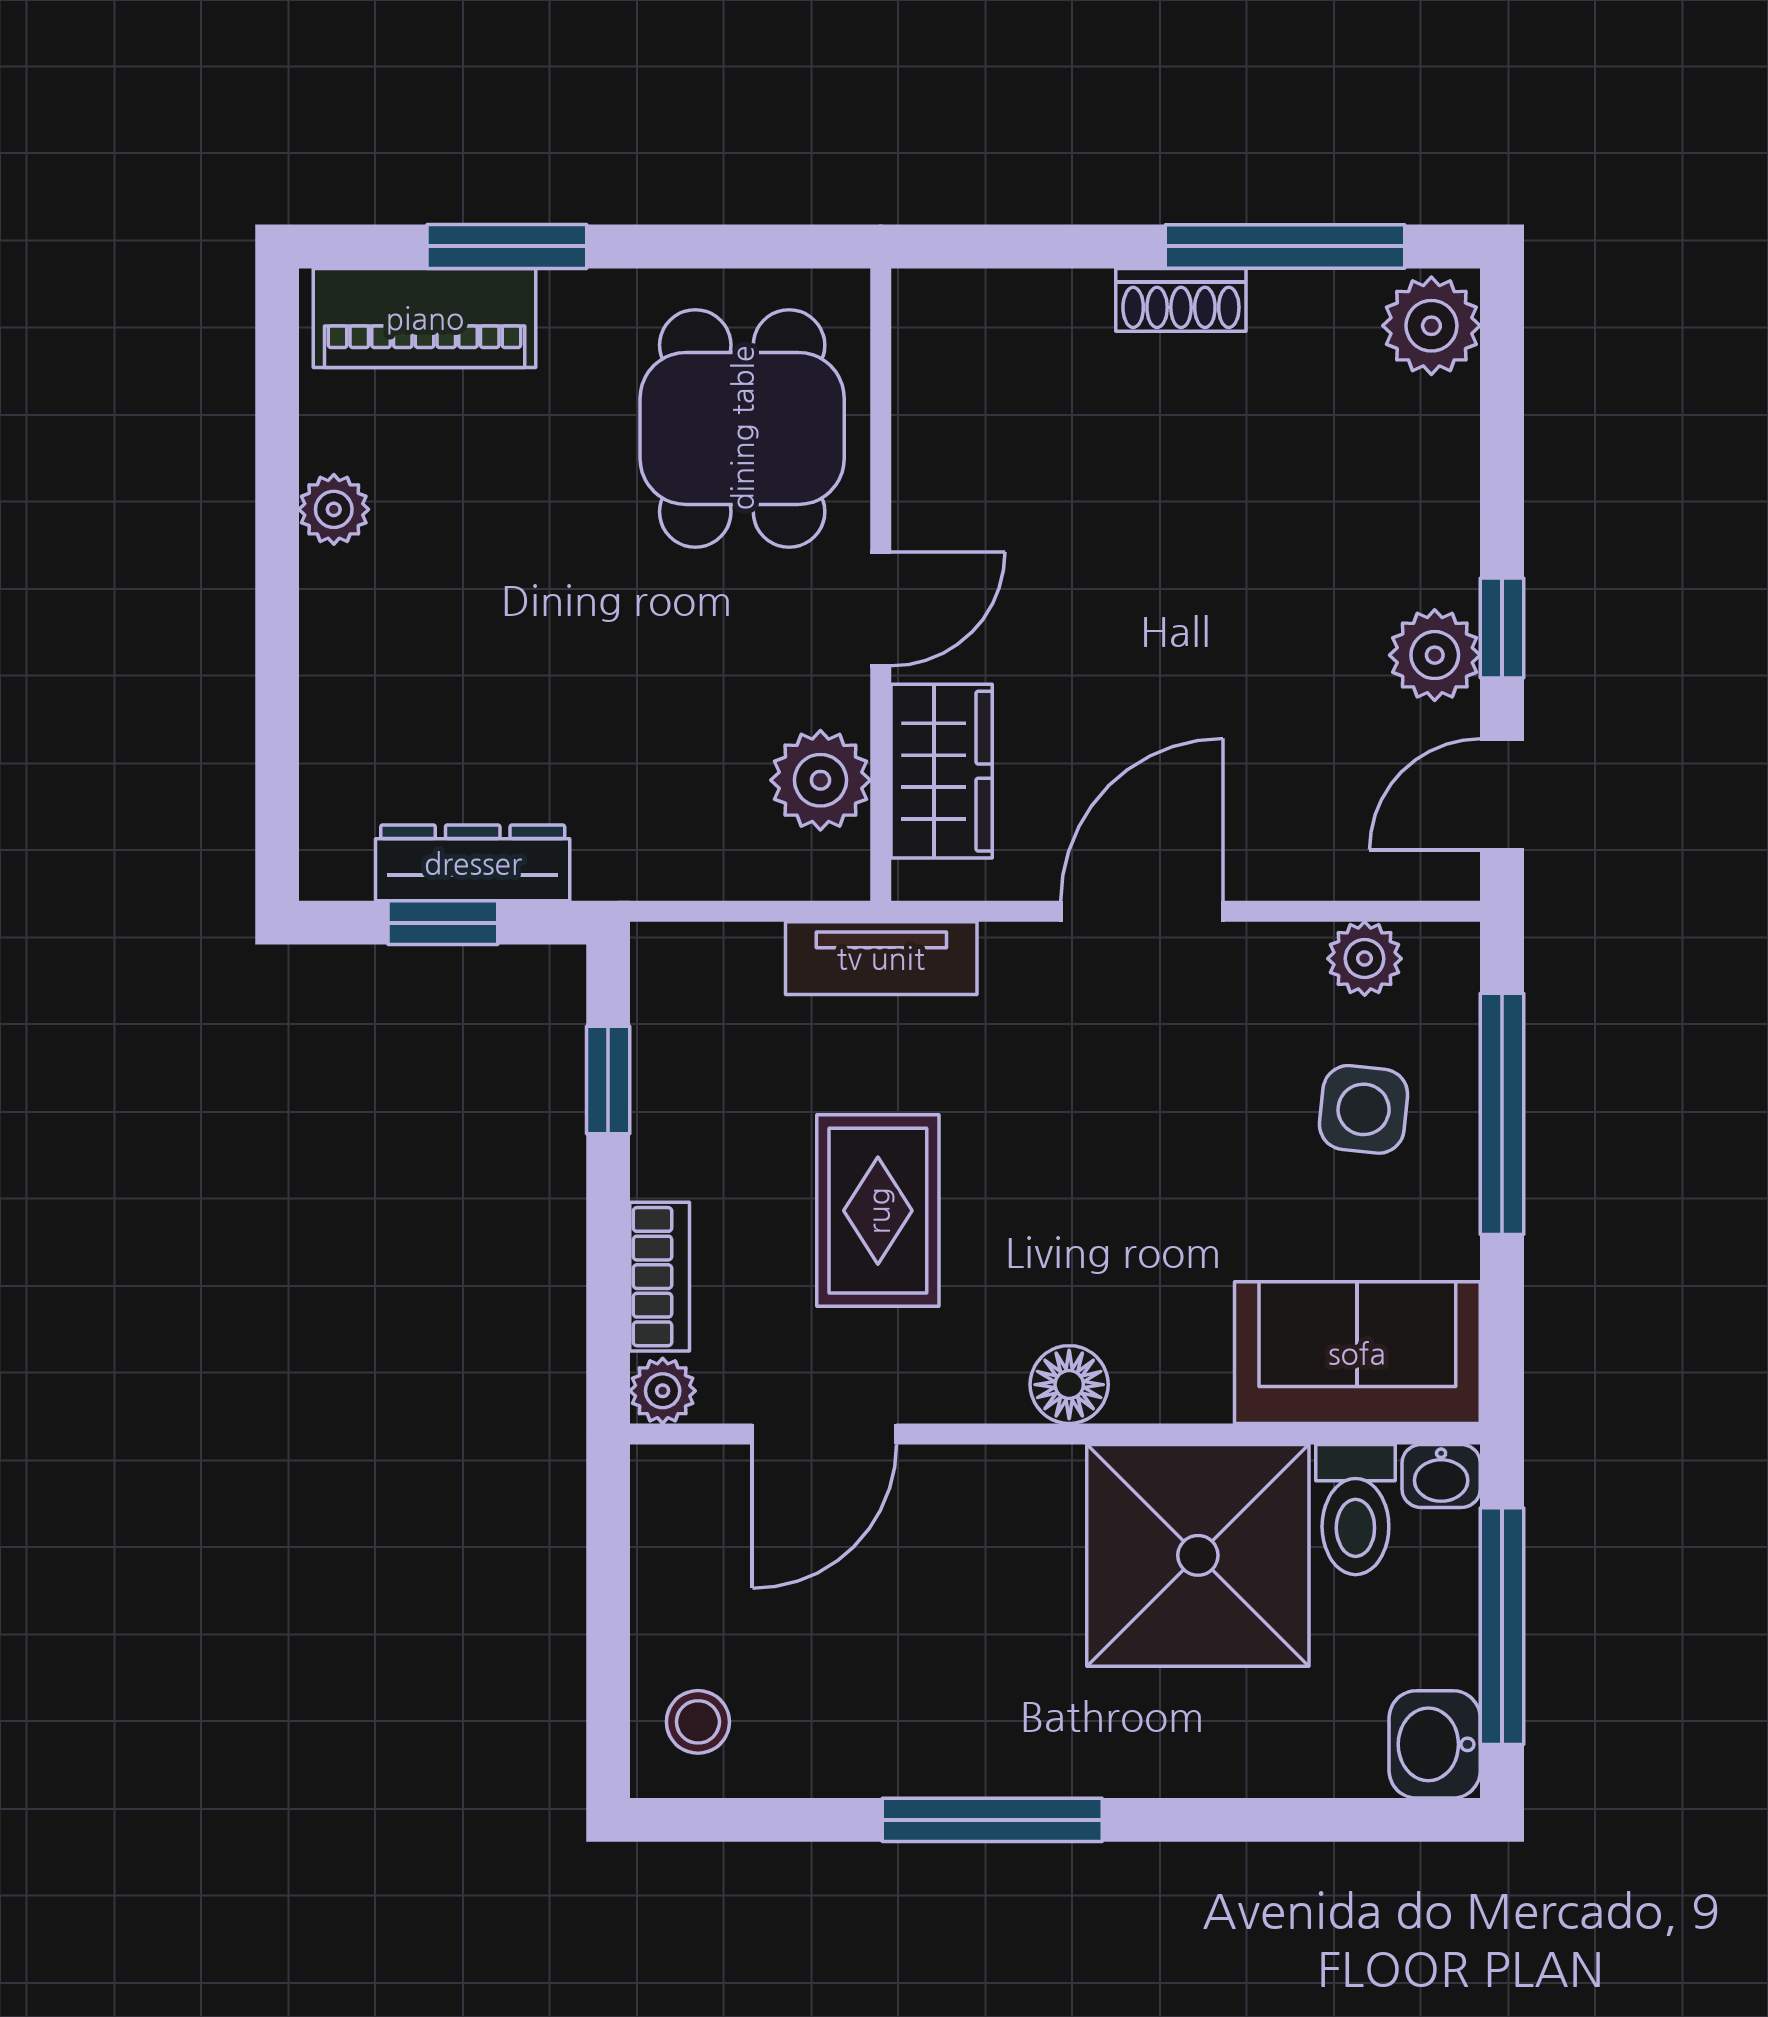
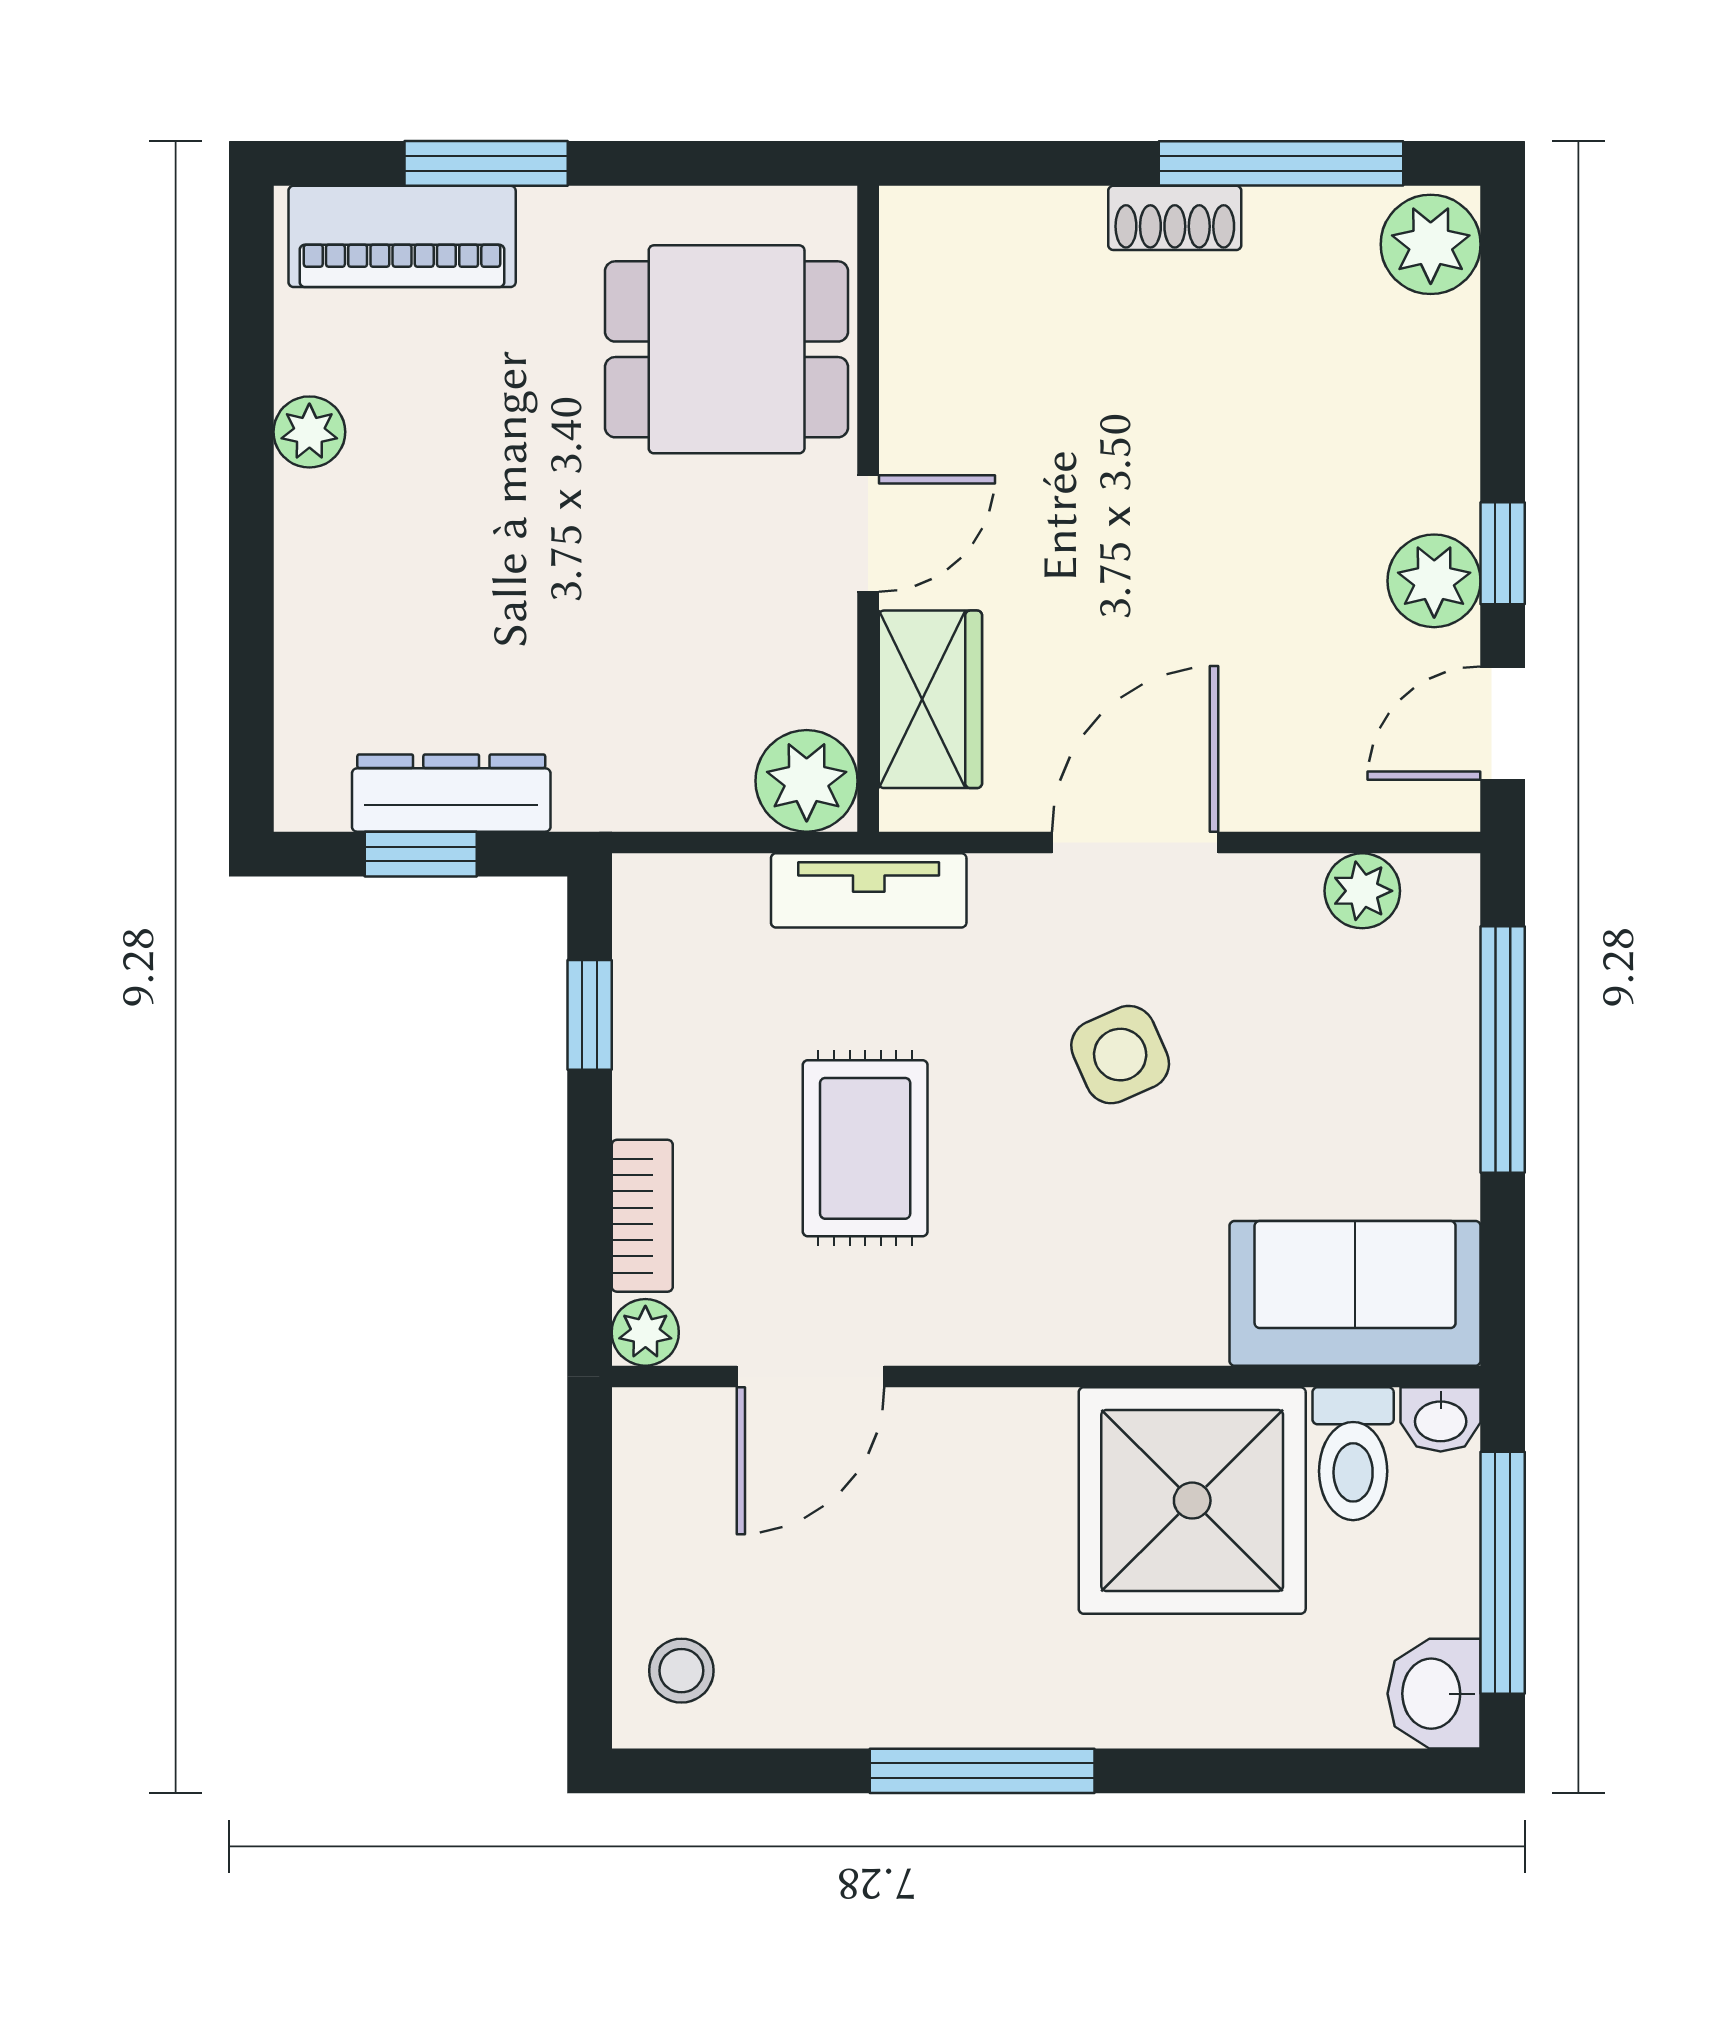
dining table: (742, 428) -> (727, 349), turned 90
plant: (820, 780) -> (807, 781), moved
side table: (1364, 1109) -> (1120, 1055), moved, turned -30
floor lamp: (1069, 1385) -> (1061, 1326), removed

